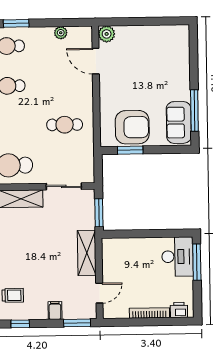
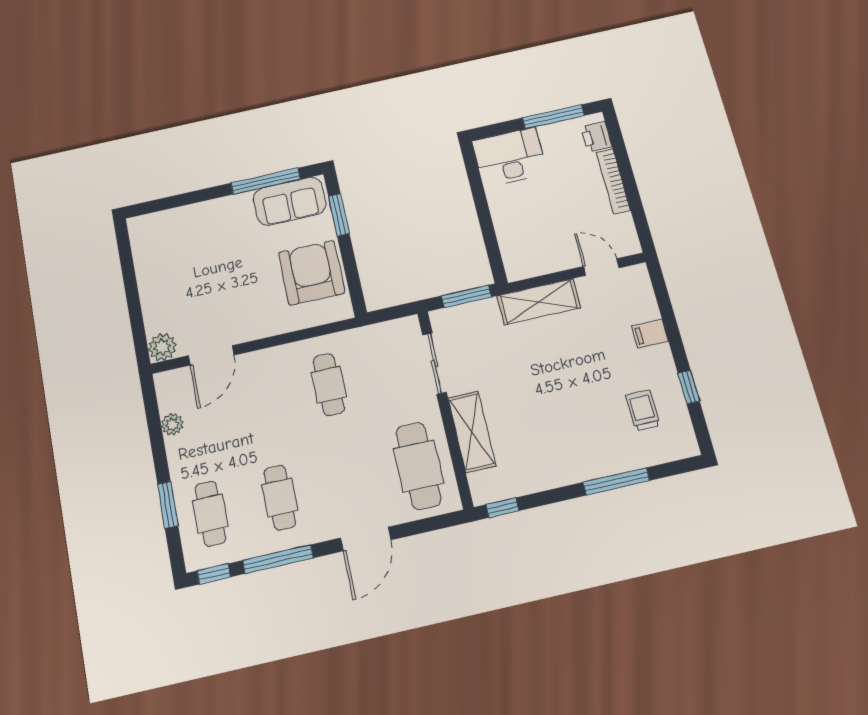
window: (130, 150) -> (339, 215), moved
window: (197, 262) -> (553, 117), moved
window: (77, 323) -> (661, 293), removed

